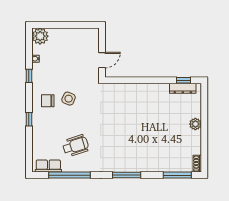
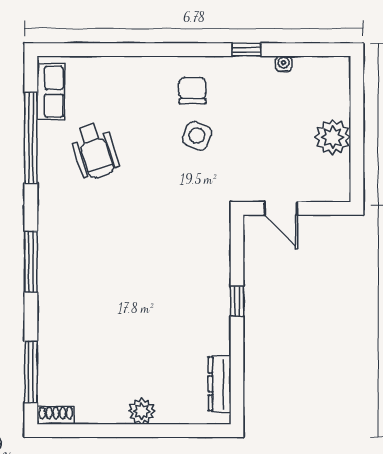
plant: (40, 36) -> (333, 137), moved
window: (184, 80) -> (237, 301), moved
window: (29, 119) -> (152, 50), removed

